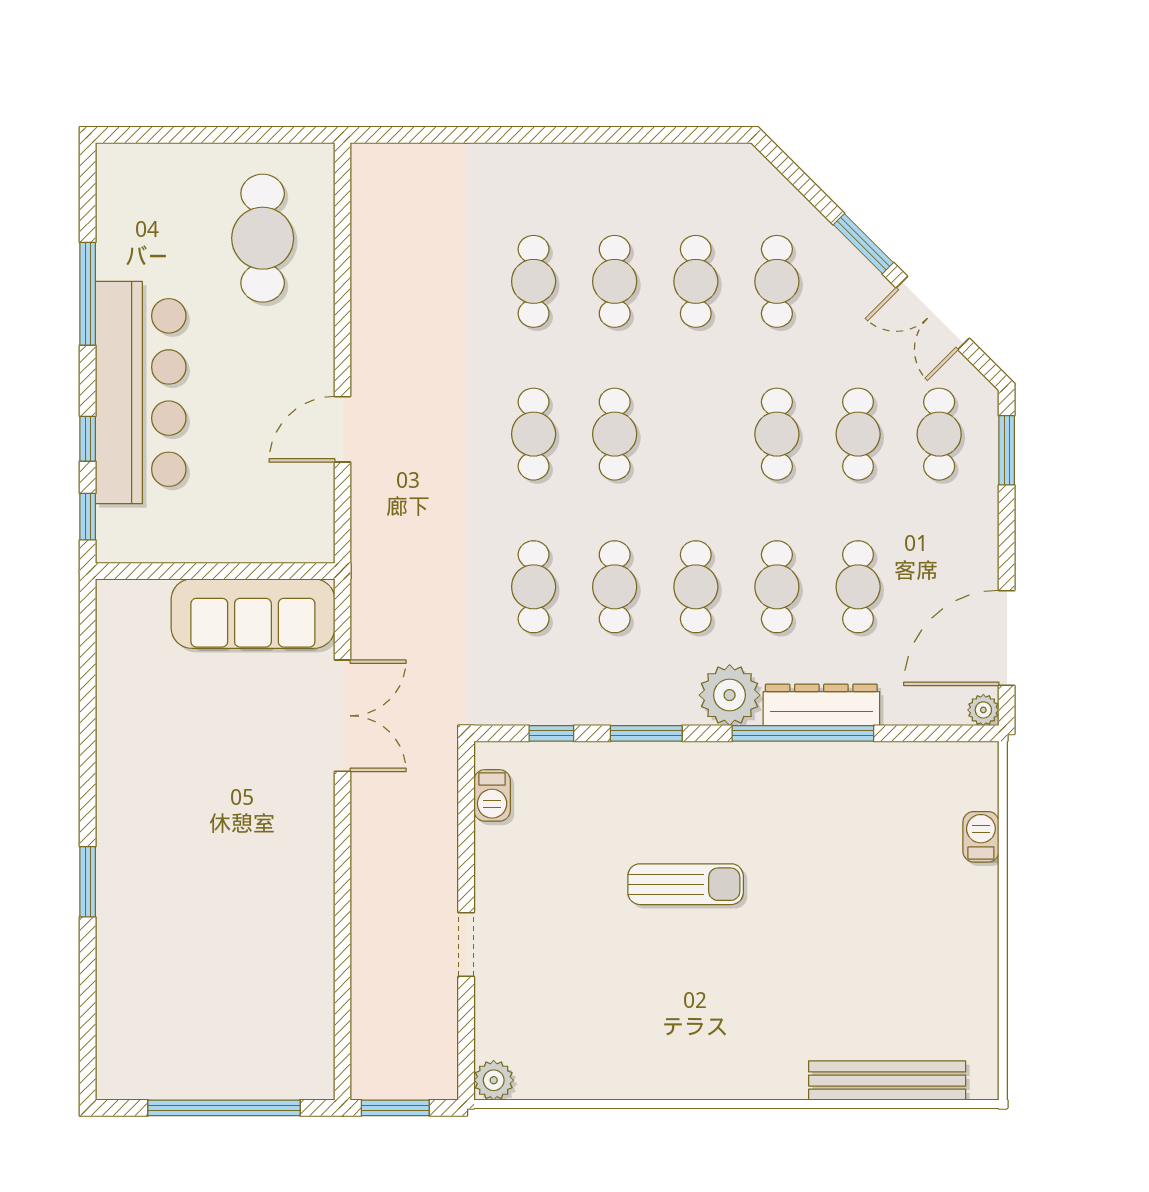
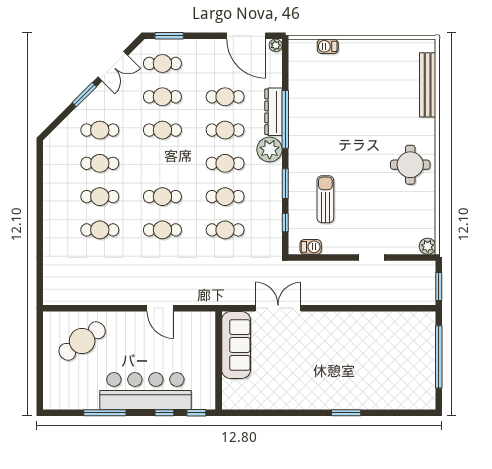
cafe table: (263, 238) -> (82, 341), turned -36
sun lounger: (686, 884) -> (325, 199), moved
round table: (692, 1038) -> (410, 165), added

